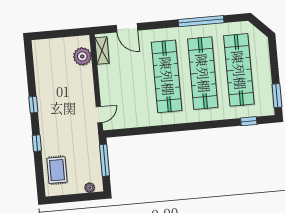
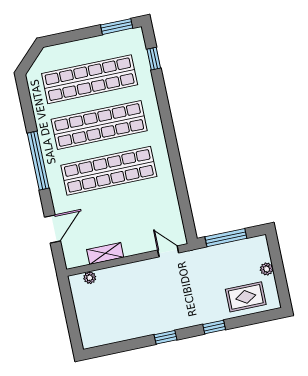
window: (201, 21) -> (38, 161), moved
shelving: (102, 51) -> (105, 253), moved
plant: (82, 56) -> (90, 278), width x0.53, depth x0.53
plant: (90, 188) -> (267, 269), moved

